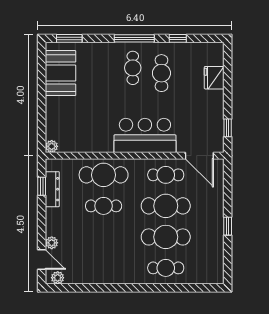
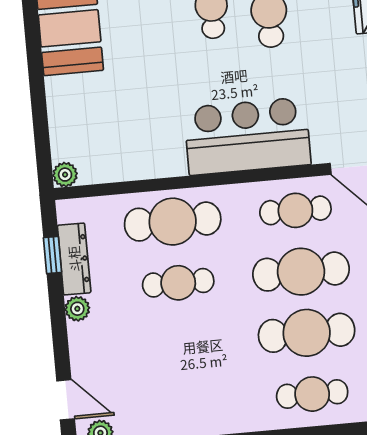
plant: (52, 243) -> (77, 309), moved

